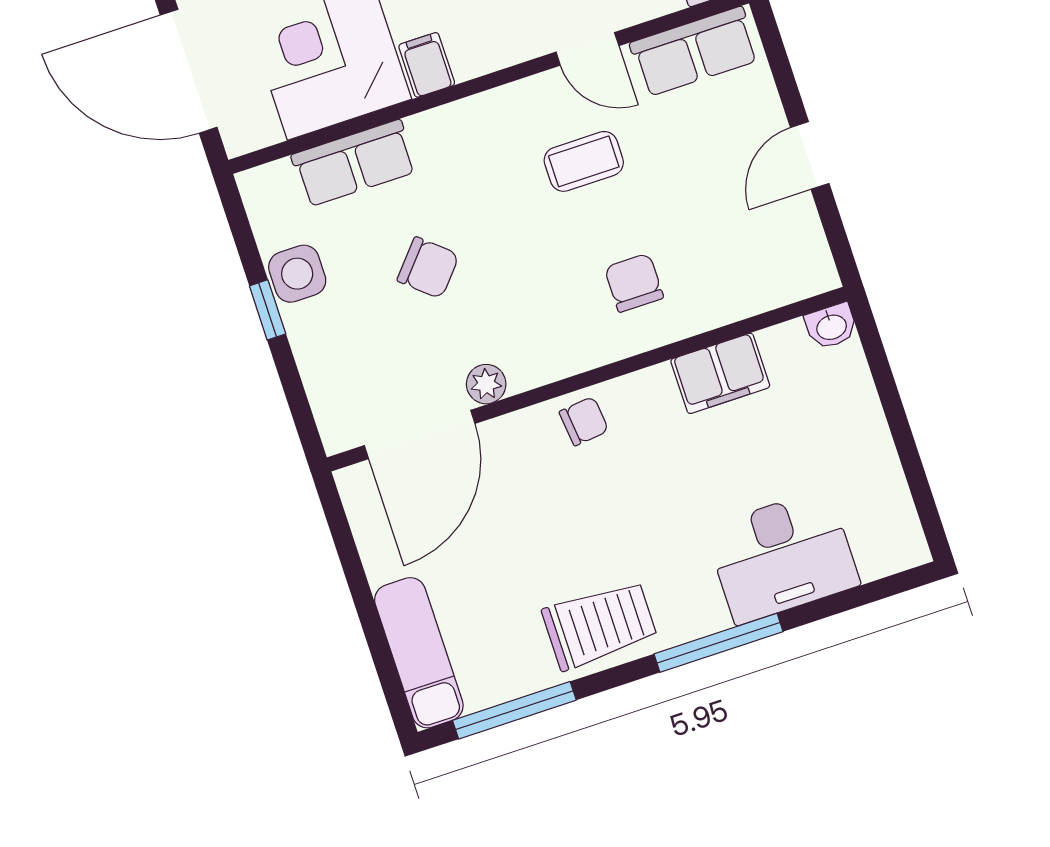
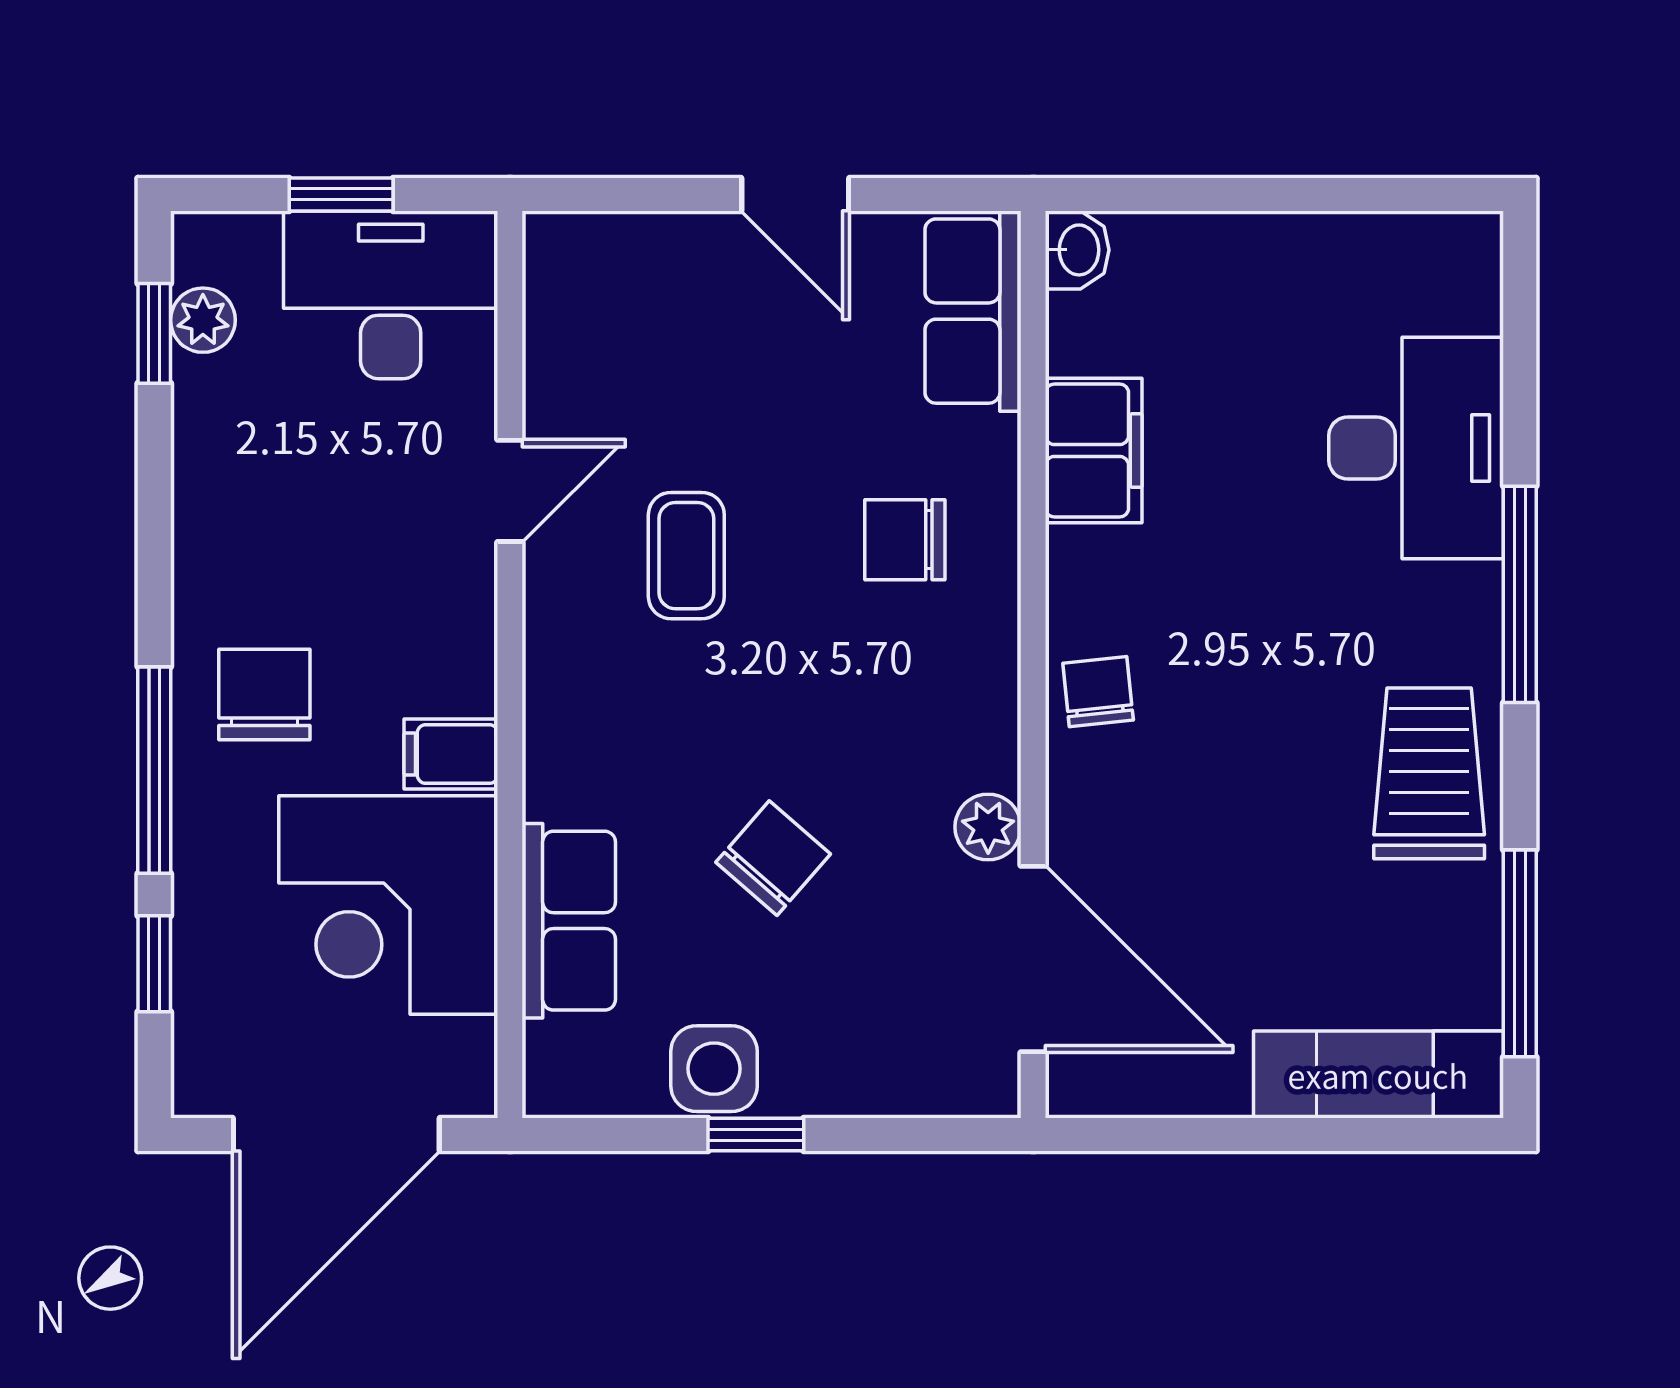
row of seats: (694, 52) -> (973, 311), moved, turned 180

